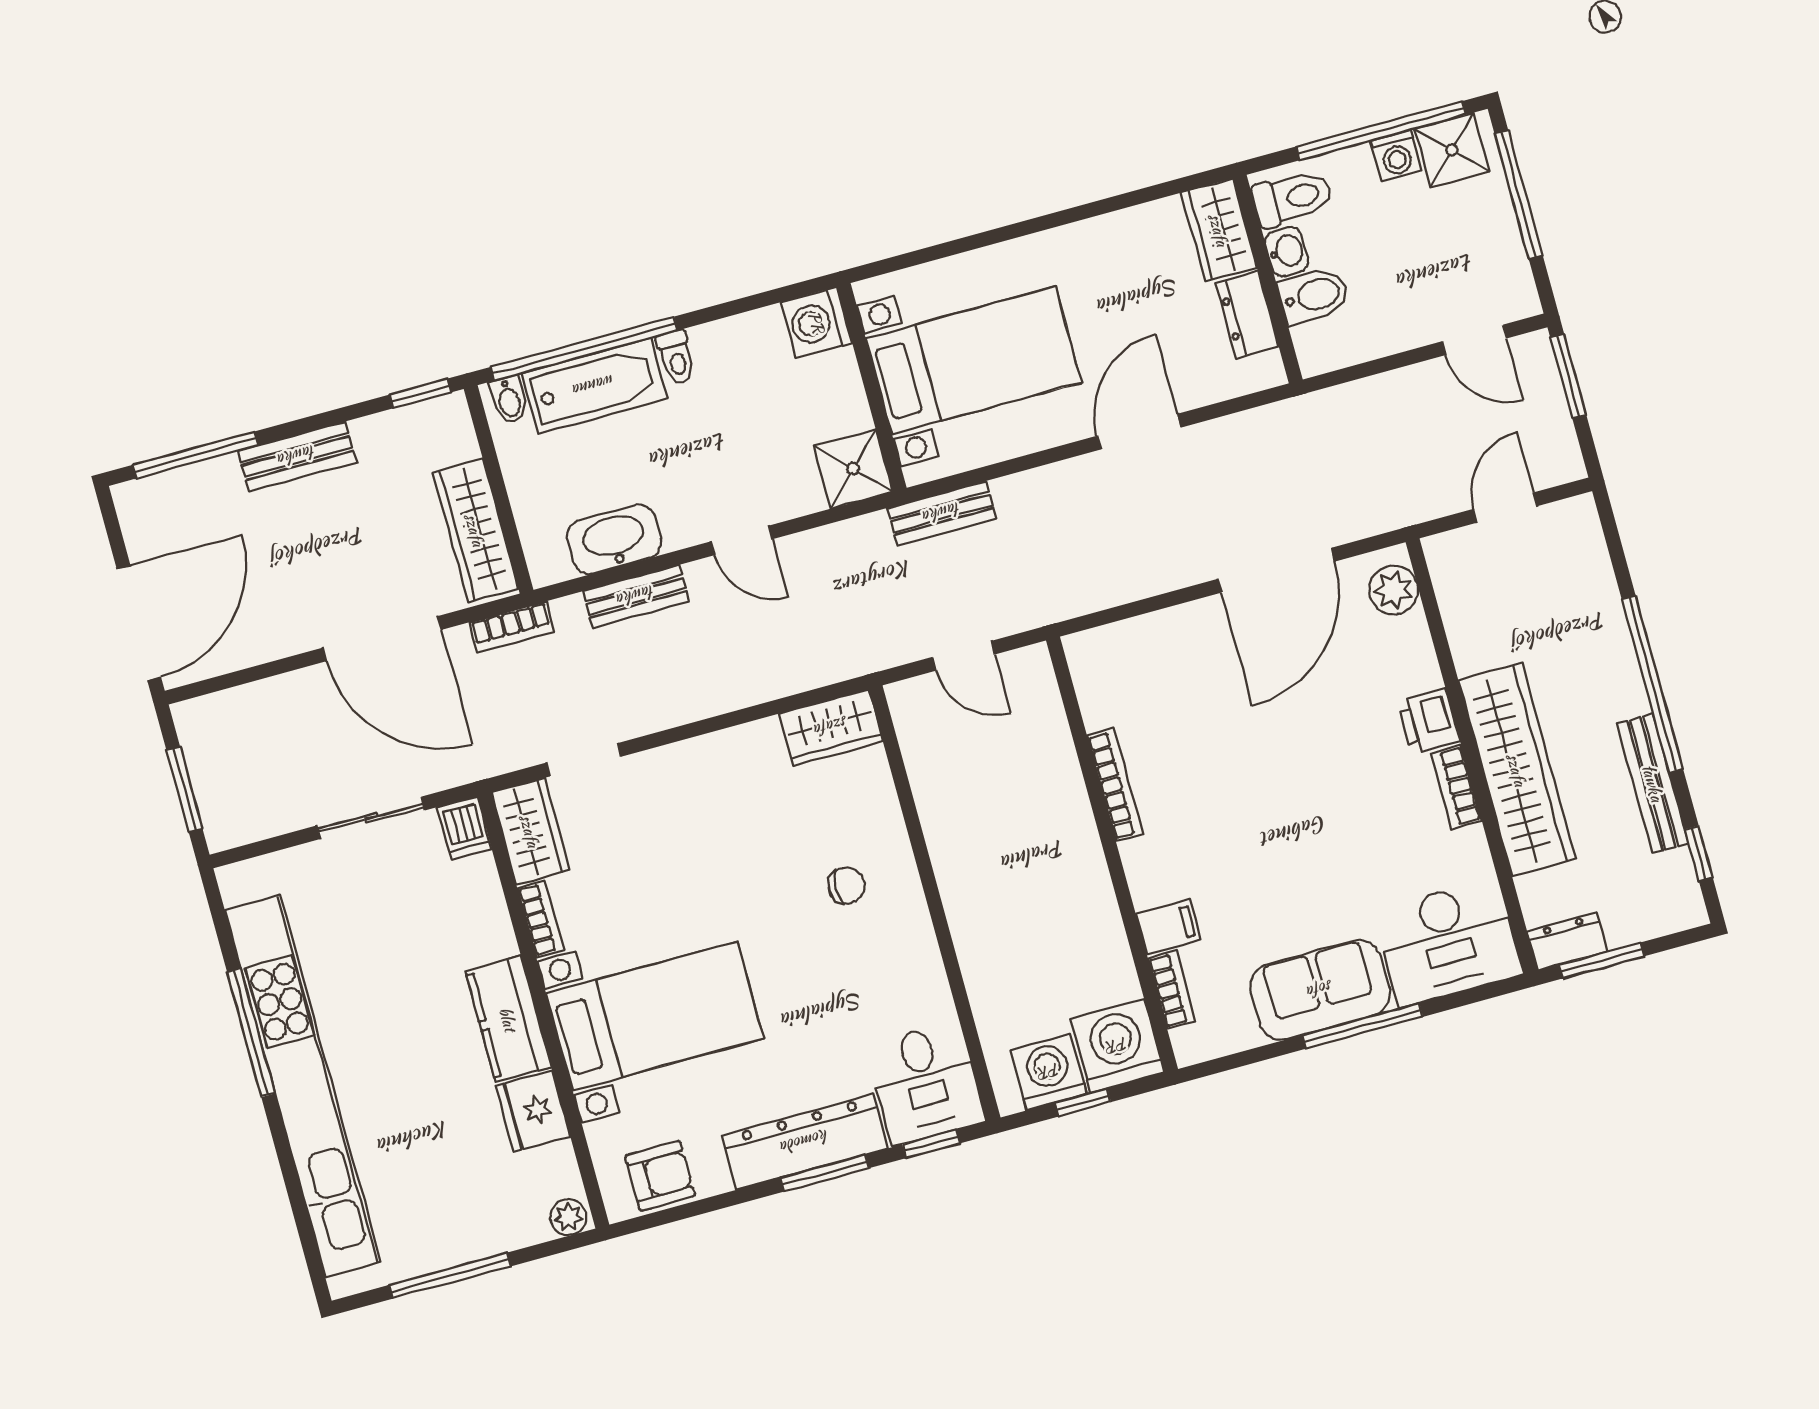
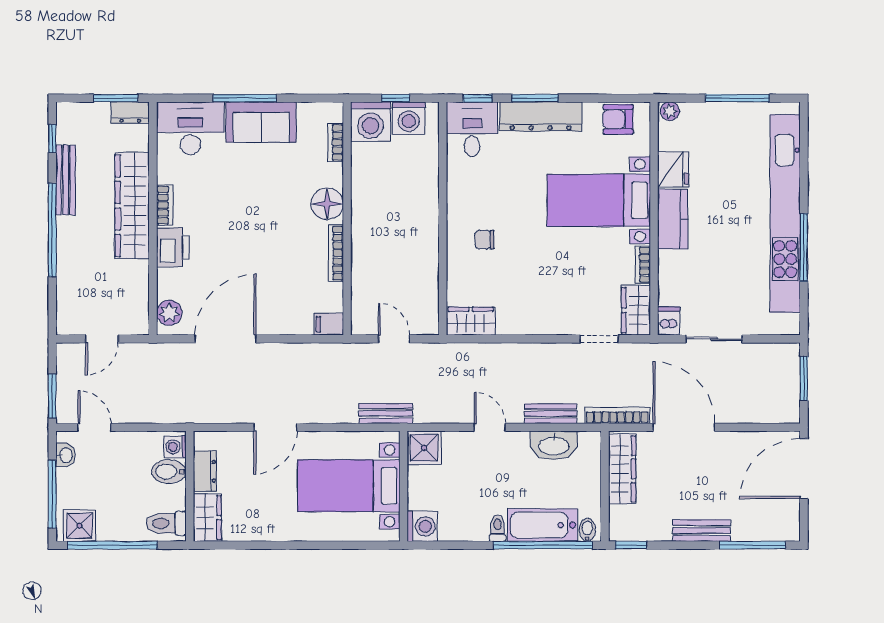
washing machine: (1396, 156) -> (175, 447), moved, turned -90
washbasin: (1287, 251) -> (66, 455), moved, turned 180
bookcase: (512, 627) -> (617, 415), width x1.56
printer: (1429, 721) -> (173, 247), width x1.36, depth x1.24
floor lamp: (1156, 872) -> (327, 204), added
filing cabinet: (1168, 927) -> (329, 324), moved

